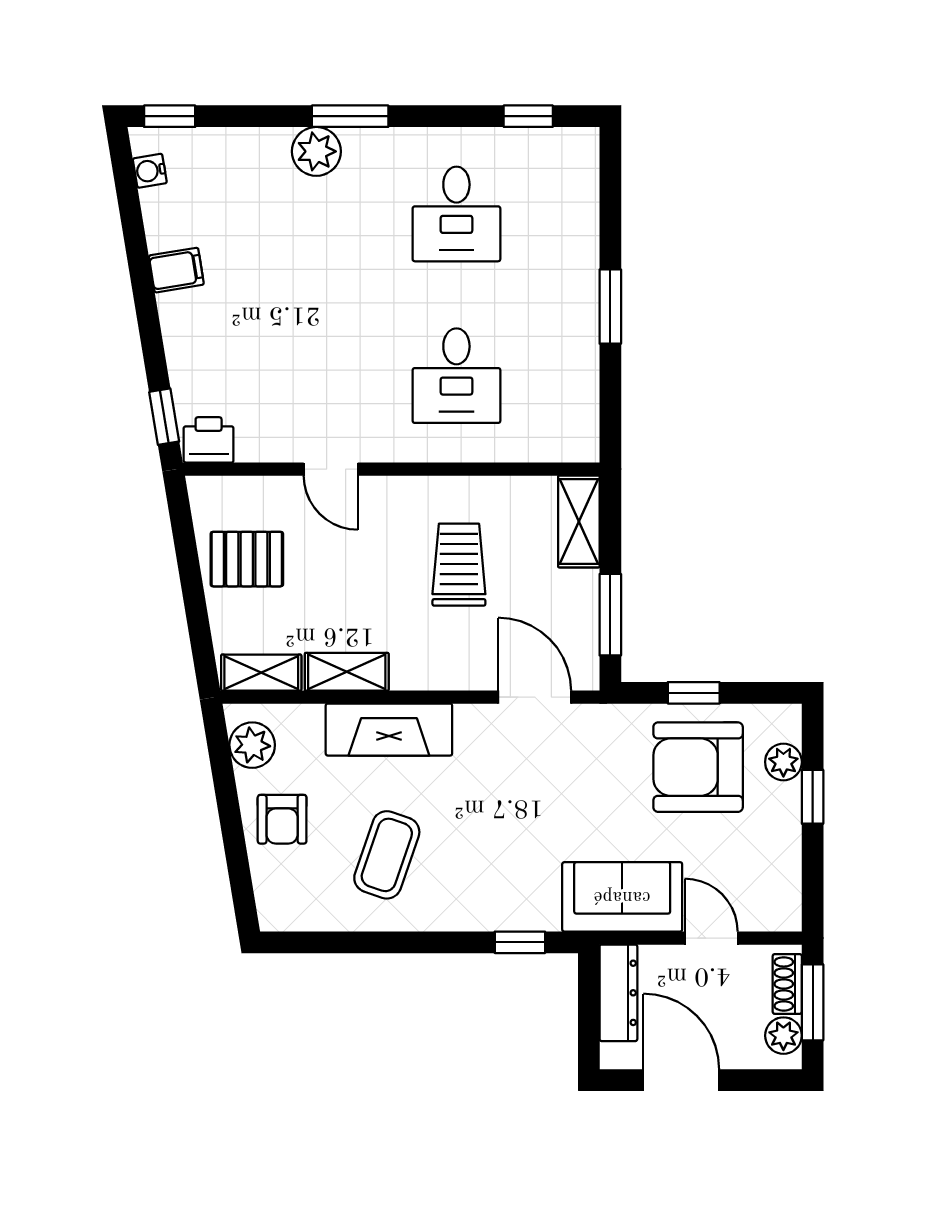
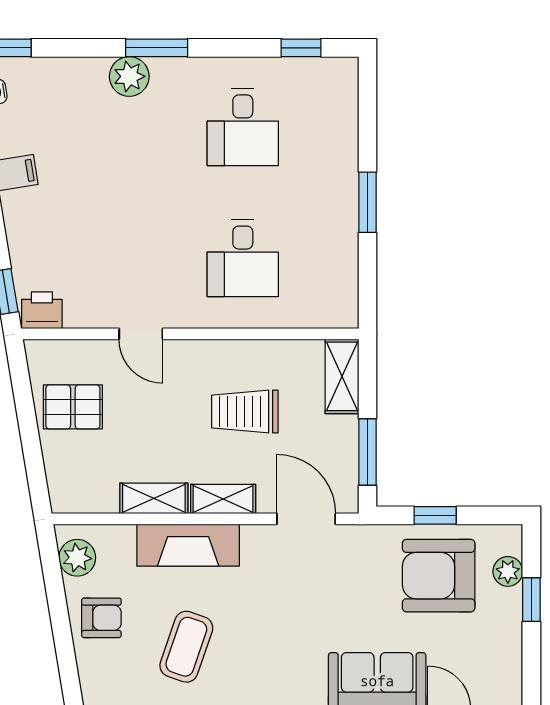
trolley: (459, 565) -> (245, 411), turned -90
shelving: (261, 673) -> (223, 499), moved
armchair: (282, 819) -> (101, 618), turned -90

